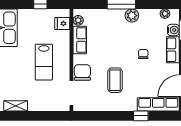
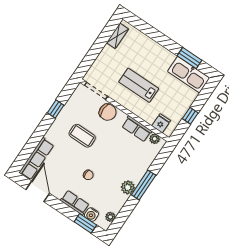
window: (141, 116) -> (56, 109), moved

